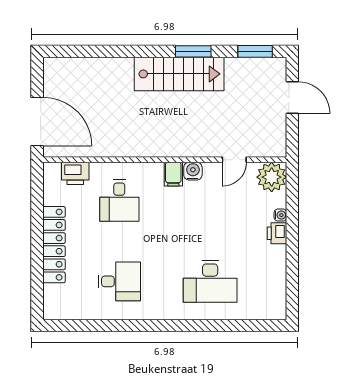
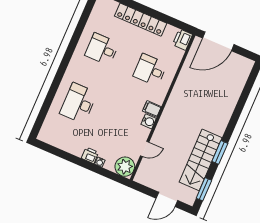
stairs: (179, 74) -> (201, 160), moved
door: (234, 160) -> (145, 149), swing flipped
printer: (75, 173) -> (182, 40), moved
desk: (119, 281) -> (102, 49), turned 90

